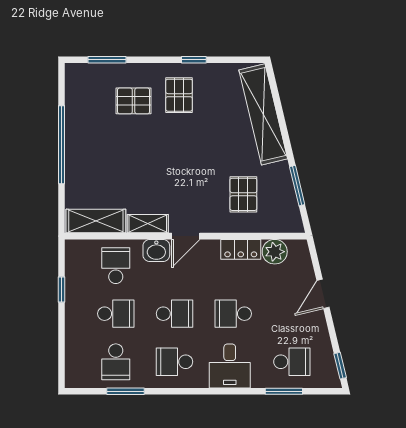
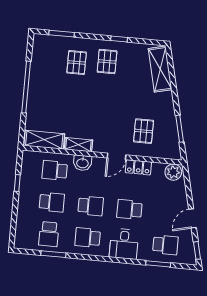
pallet: (134, 101) -> (77, 62), turned 90
shelving: (263, 114) -> (160, 69), width x0.68
door: (186, 236) -> (116, 156), moved
plant: (275, 252) -> (173, 172), moved
school desk: (116, 266) -> (55, 170), turned -90
door: (323, 294) -> (192, 218), moved

